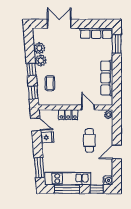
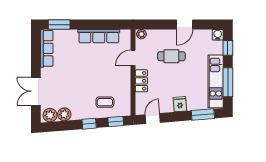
plant: (41, 61) -> (50, 115), moved
fridge: (47, 137) -> (180, 104), moved
door: (117, 152) -> (185, 25), hinge flipped

